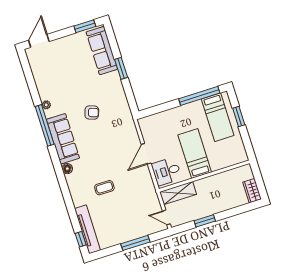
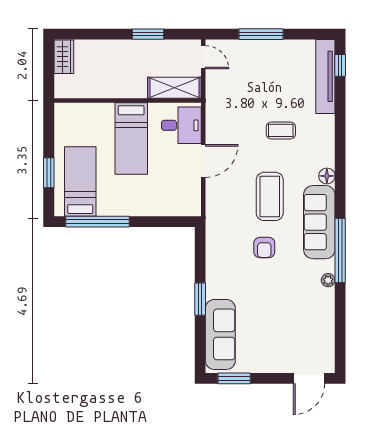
armchair: (92, 112) -> (264, 248), turned -109
coffee table: (98, 145) -> (270, 196), added

